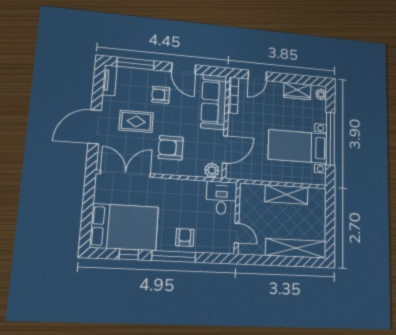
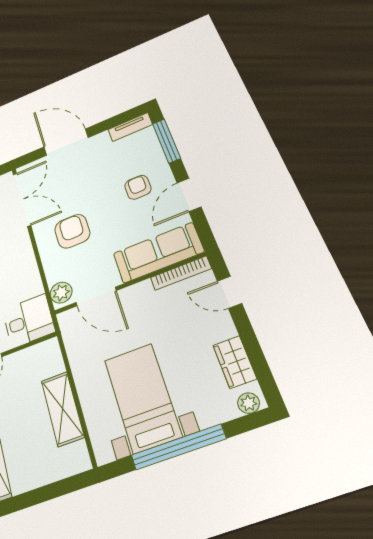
rug: (136, 121) -> (91, 179), removed

